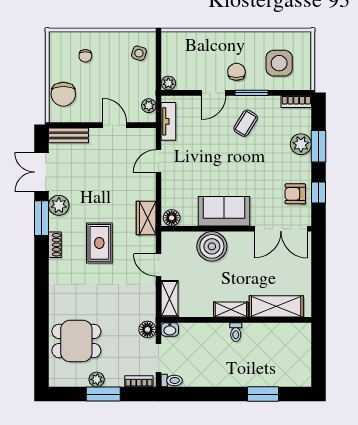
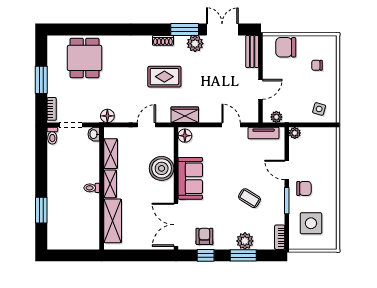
coffee table: (246, 123) -> (249, 198), moved
shelving: (170, 299) -> (111, 154), moved, turned 90
floor lamp: (147, 329) -> (107, 116), moved
plant: (97, 379) -> (53, 74), removed

